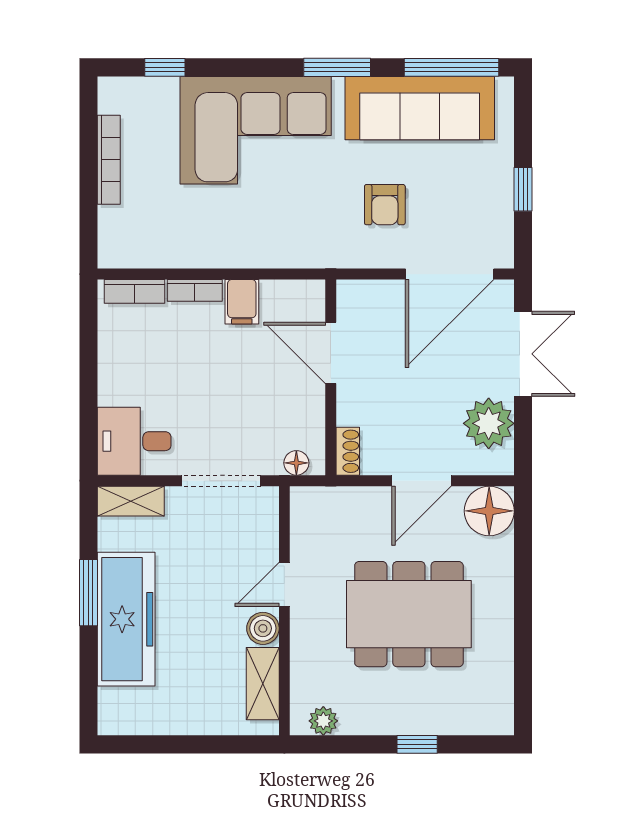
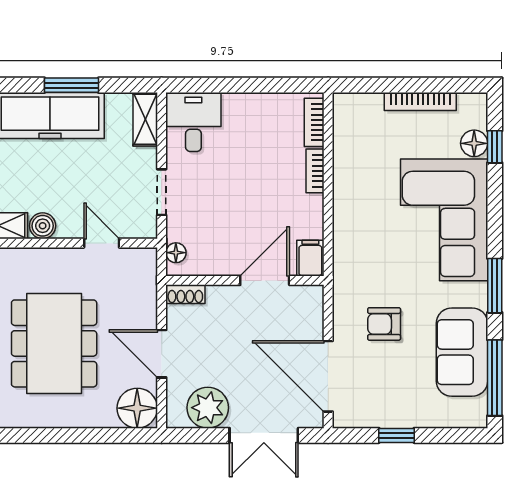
floor lamp: (161, 93) -> (474, 143), added
sofa: (420, 108) -> (462, 352), width x0.73
filing cabinet: (242, 302) -> (310, 258), moved, turned 90
doorway: (221, 481) -> (162, 192), width x0.73
door: (284, 584) -> (102, 243), moved

